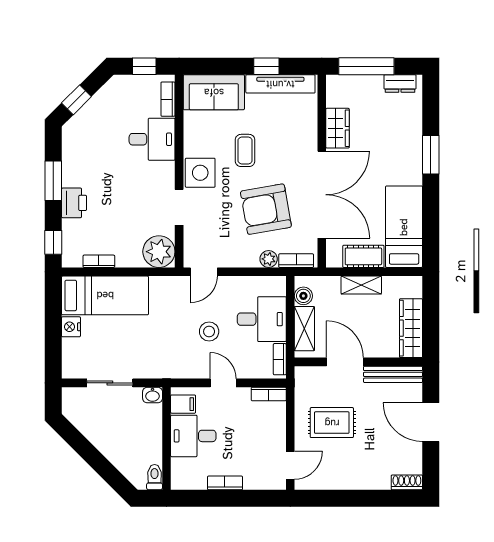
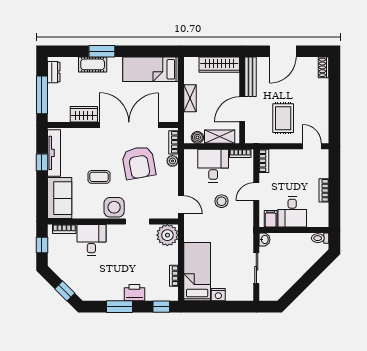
cot: (363, 256) -> (93, 64), moved, turned 90

